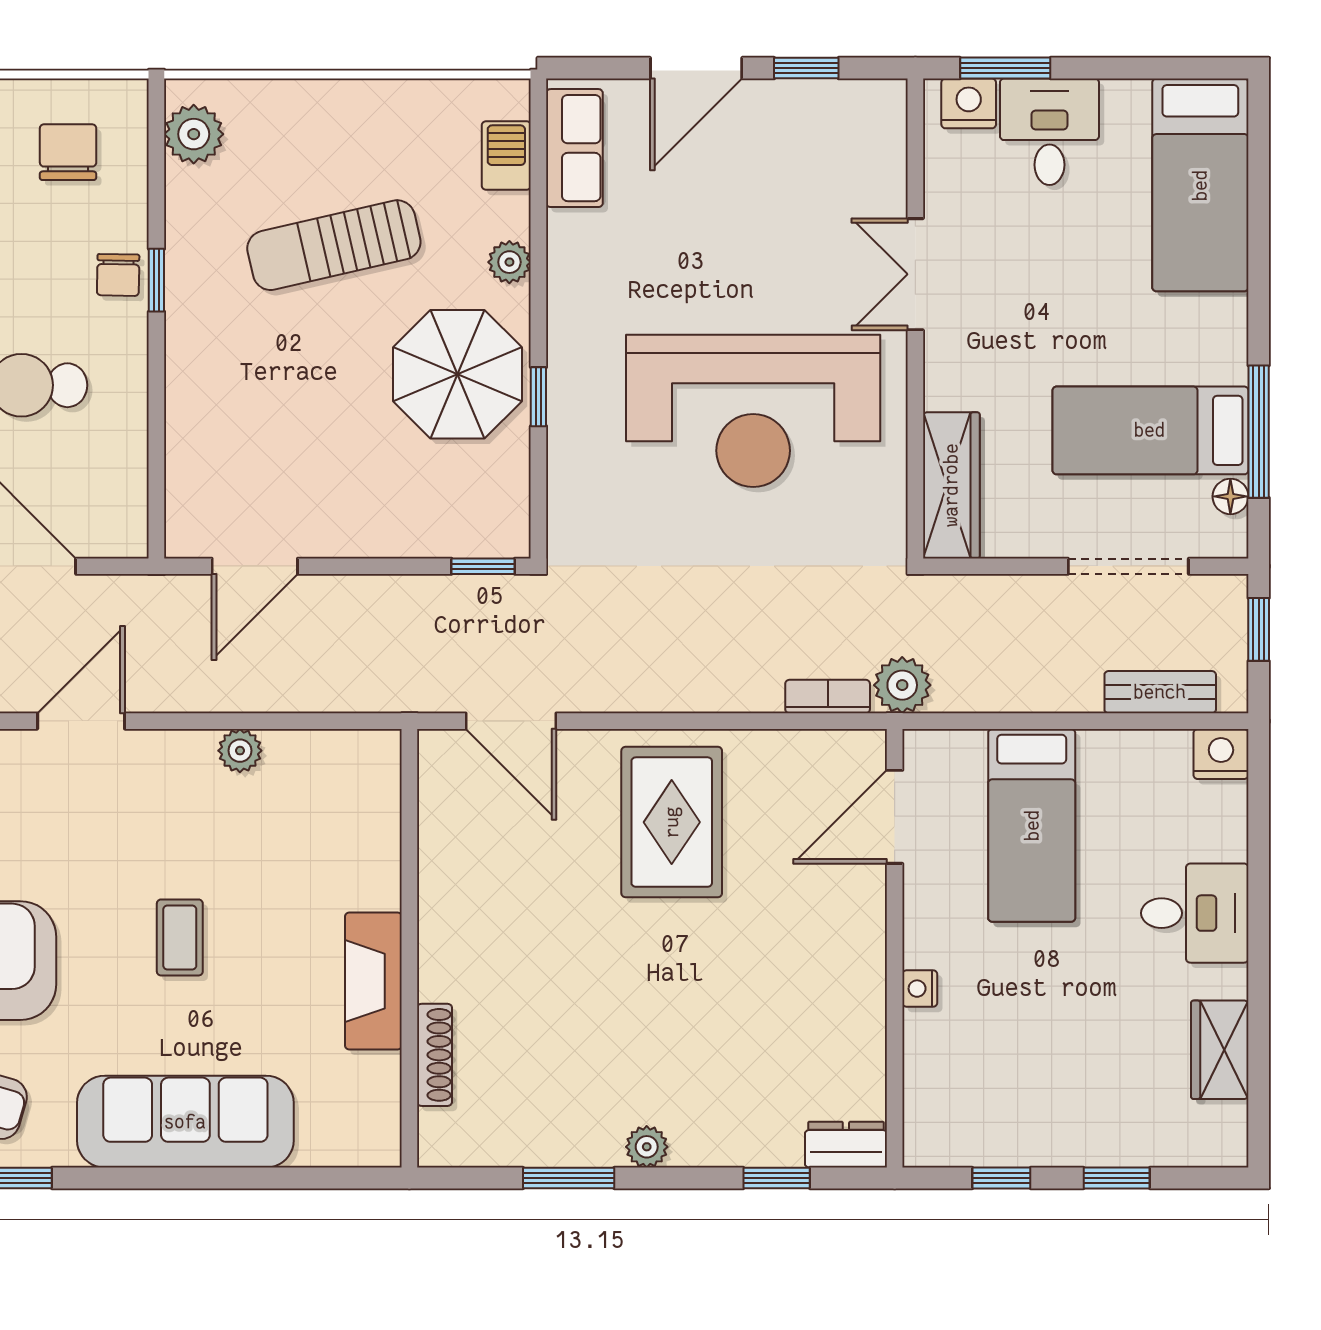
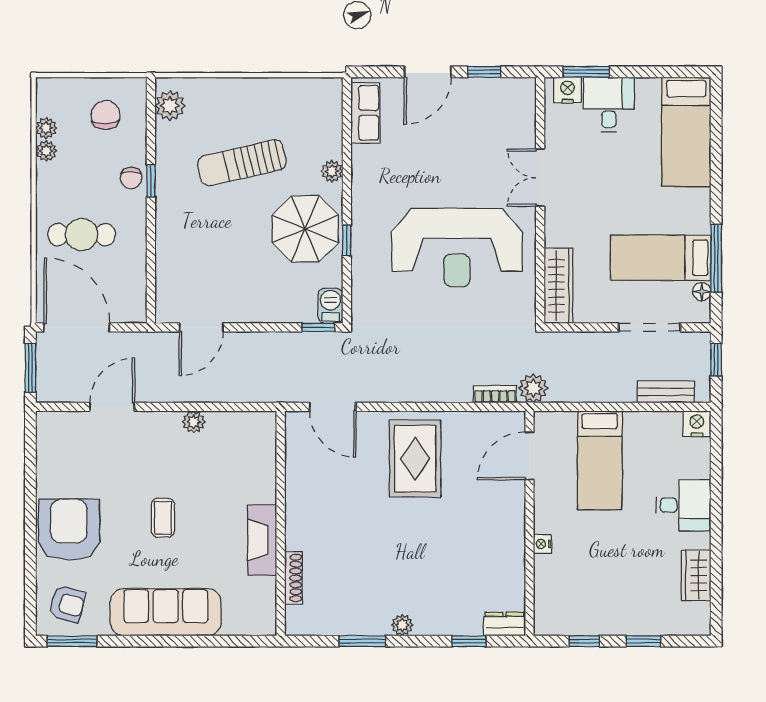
barbecue: (506, 155) -> (330, 306), moved

